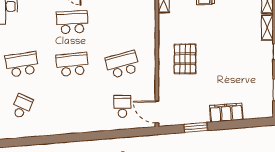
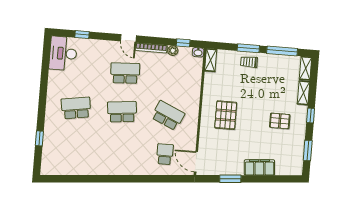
pallet: (244, 60) -> (280, 121), added
school desk: (122, 64) -> (168, 115), turned 39
school desk: (22, 107) -> (73, 147), removed

